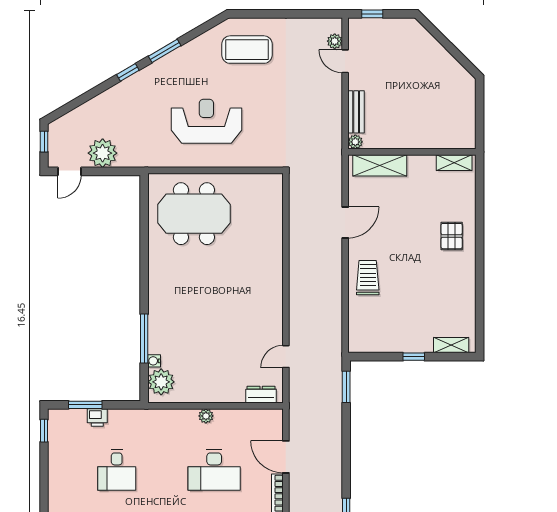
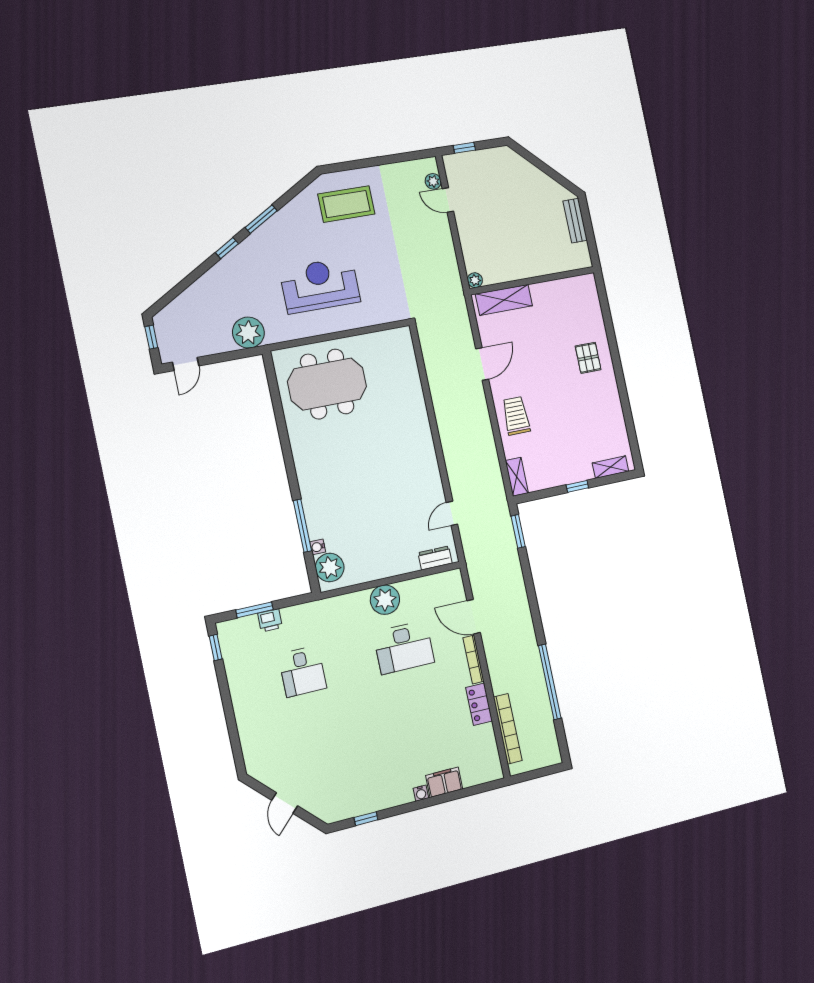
bench: (356, 112) -> (575, 221), moved
plant: (103, 153) -> (248, 333), moved
shelving: (454, 163) -> (517, 477), moved, turned 90
plant: (206, 416) -> (385, 600), width x1.88, depth x1.88

